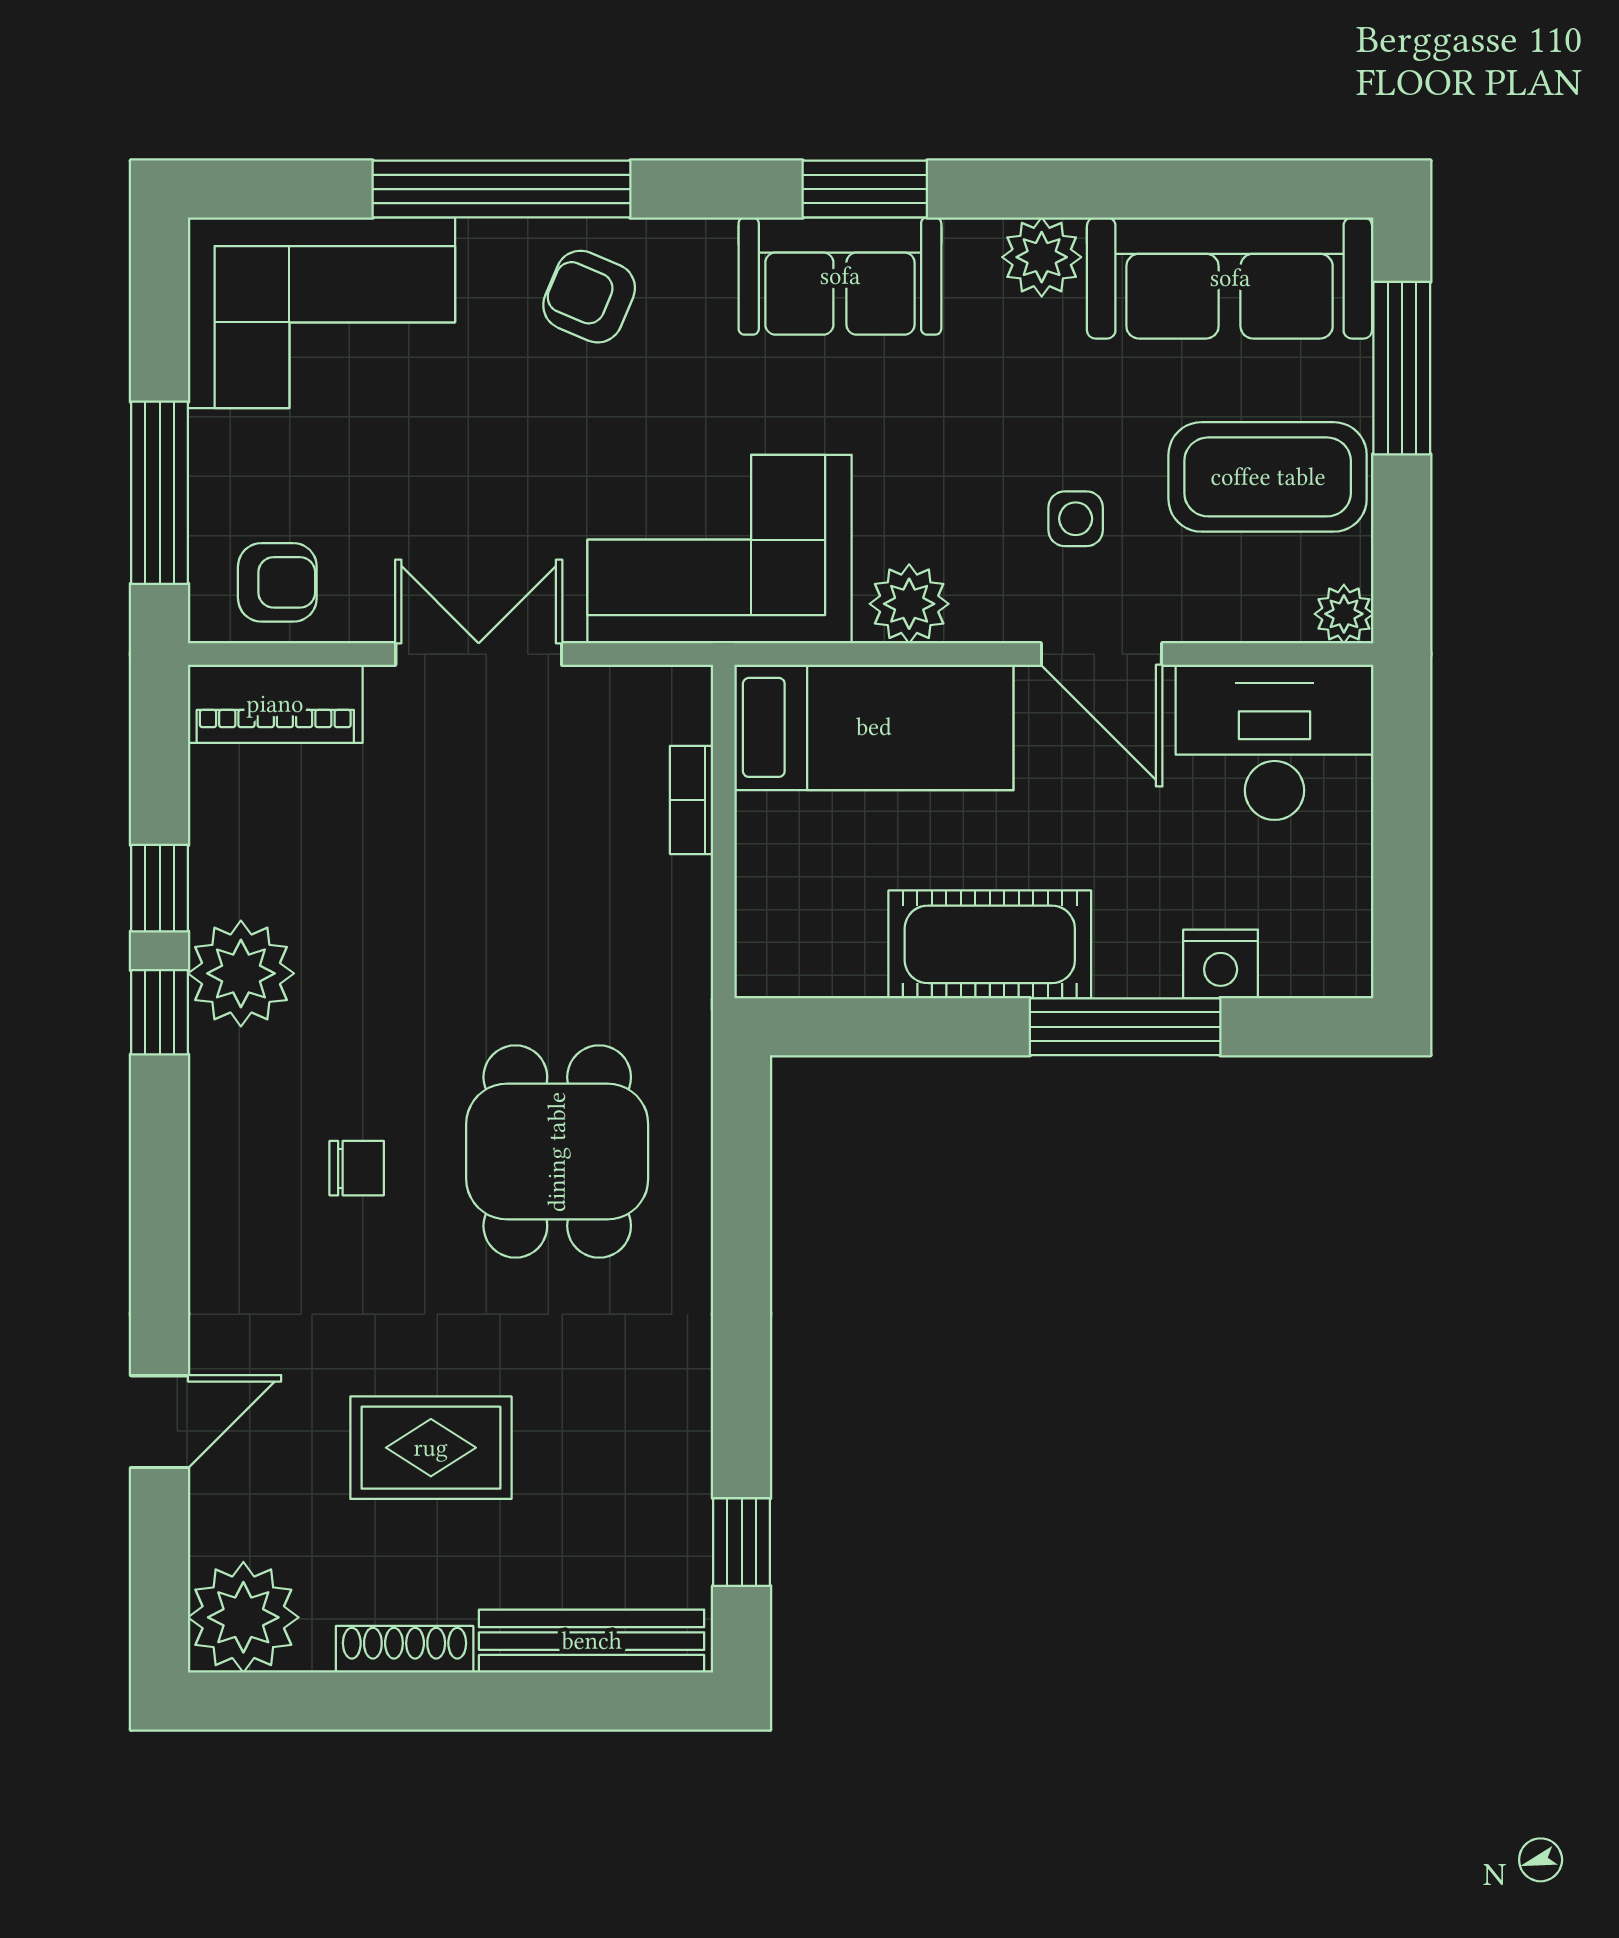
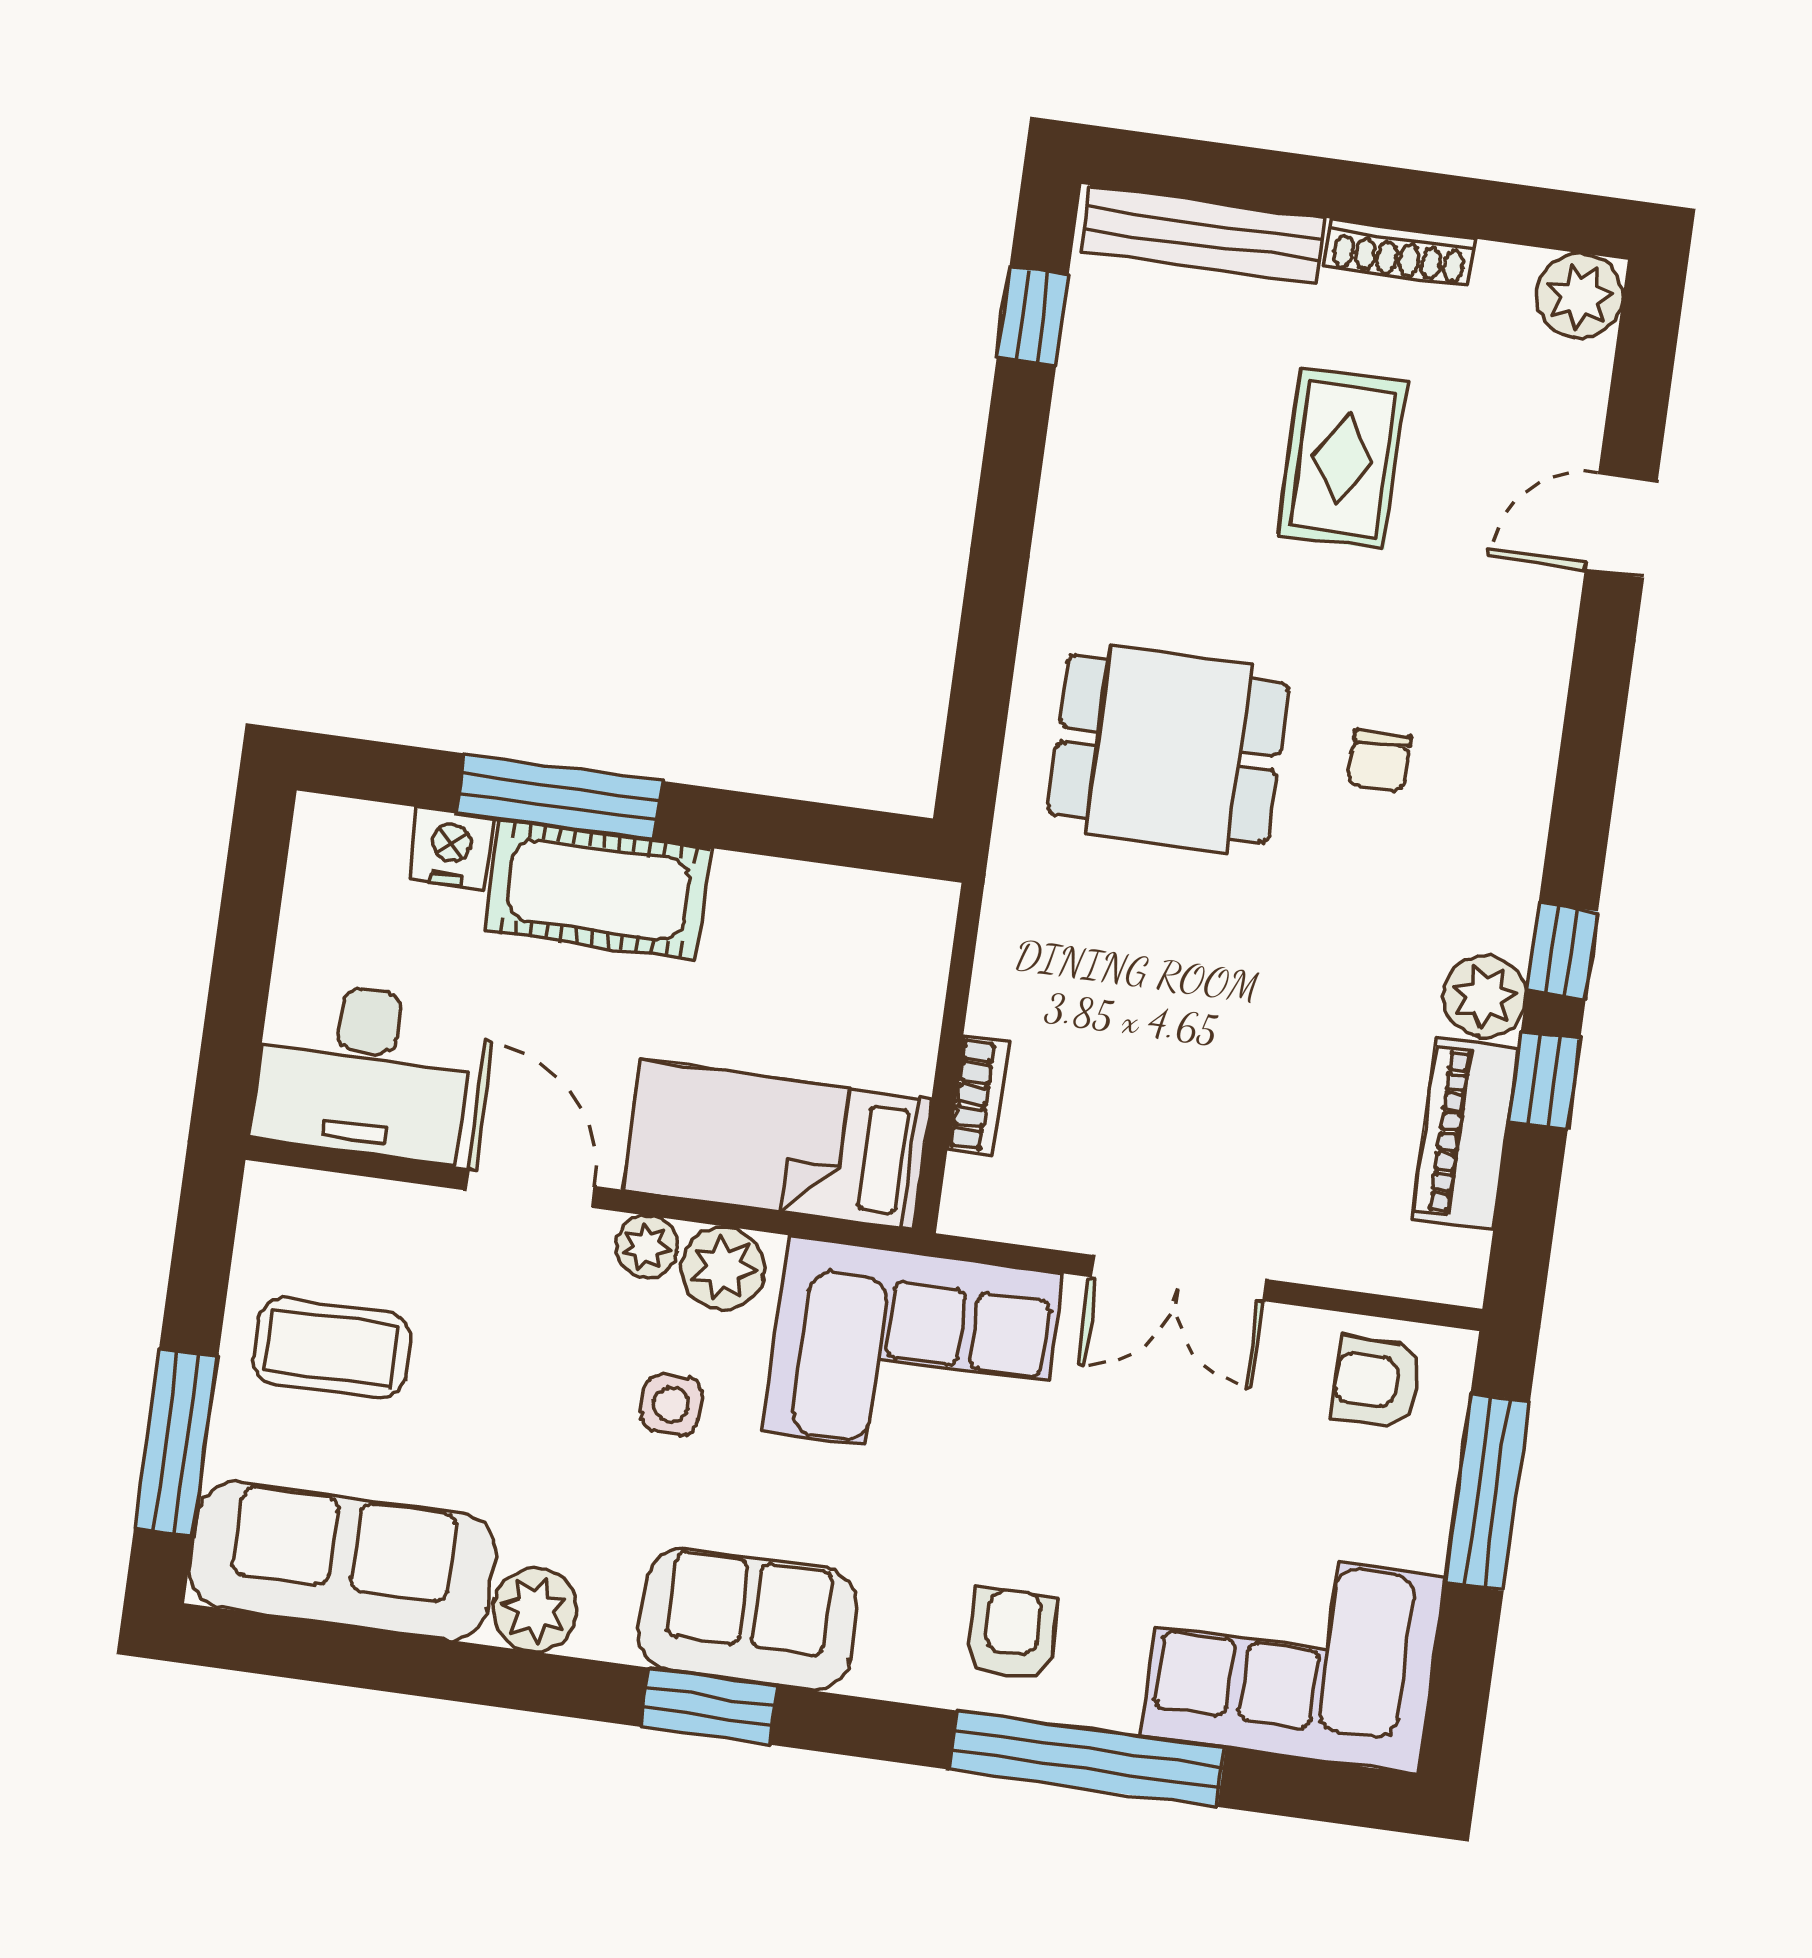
armchair: (589, 297) -> (1012, 1634), turned -113
coffee table: (1268, 477) -> (332, 1348), width x0.73, depth x0.76
side table: (1076, 519) -> (671, 1404), moved
plant: (1344, 614) -> (647, 1247), moved
piano: (275, 704) -> (1465, 1134), moved, turned -90
cot: (990, 944) -> (598, 890), moved
plant: (241, 973) -> (1484, 997), width x0.73, depth x0.73
dining table: (557, 1152) -> (1168, 749), turned 90
chair: (357, 1168) -> (1379, 761), turned -90
rug: (431, 1448) -> (1343, 459), turned 90
plant: (243, 1617) -> (1580, 296), width x0.73, depth x0.73

